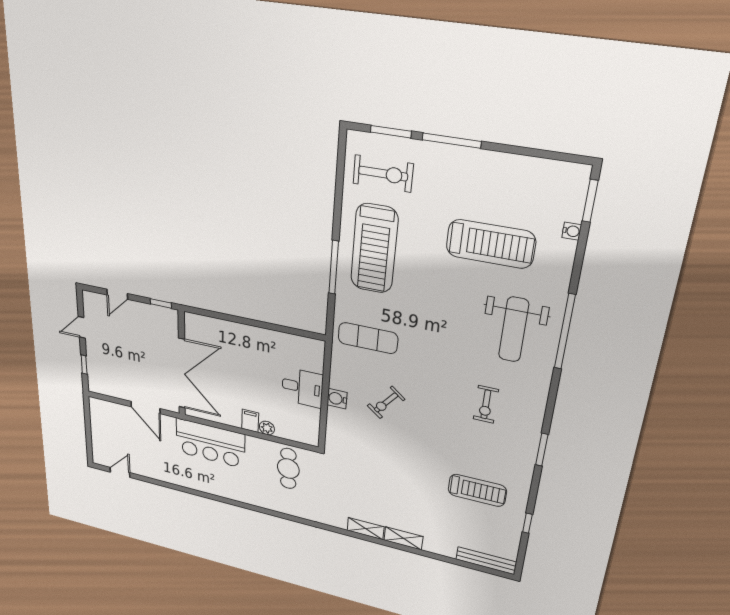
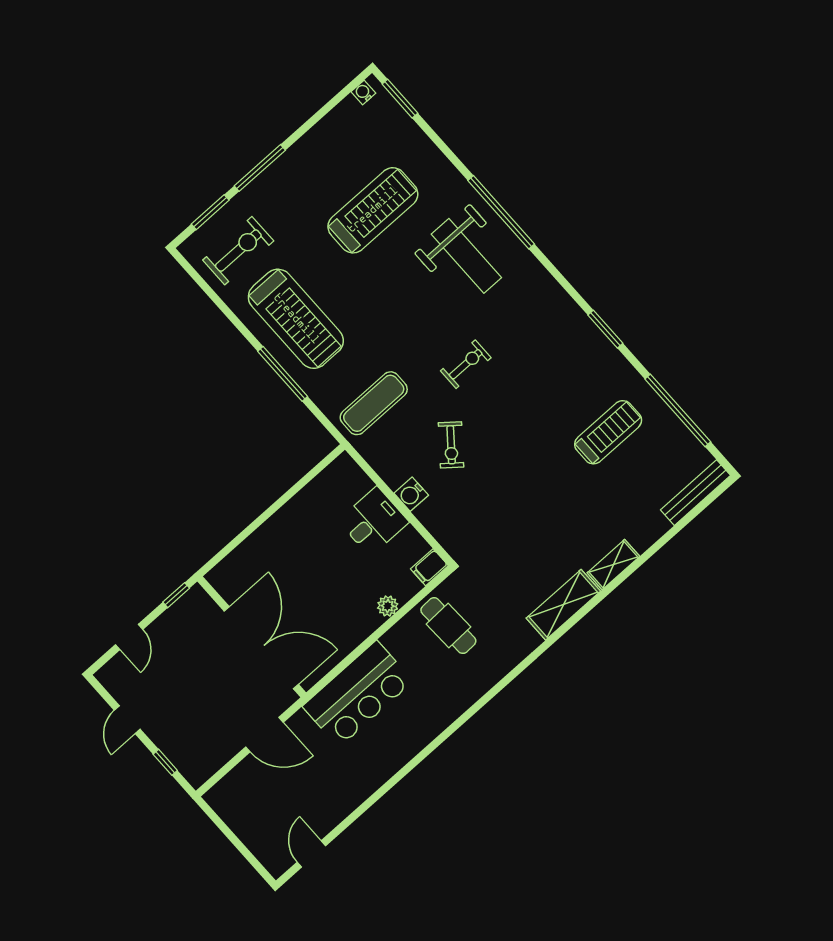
water cooler: (572, 231) -> (363, 92), moved, turned -90
exercise bike: (486, 404) -> (466, 364), moved, turned -90
filing cabinet: (250, 421) -> (429, 567), moved, turned -90
window: (527, 523) -> (678, 410), width x3.17
shelving: (365, 529) -> (563, 605), width x1.50, depth x1.33

